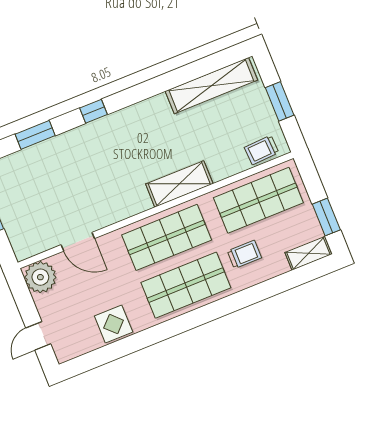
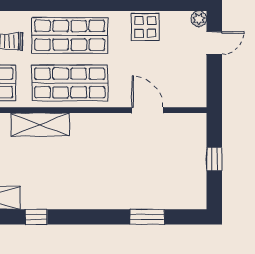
window: (94, 111) -> (36, 217), moved
plant: (40, 277) -> (199, 19), moved, width x0.53, depth x0.53

